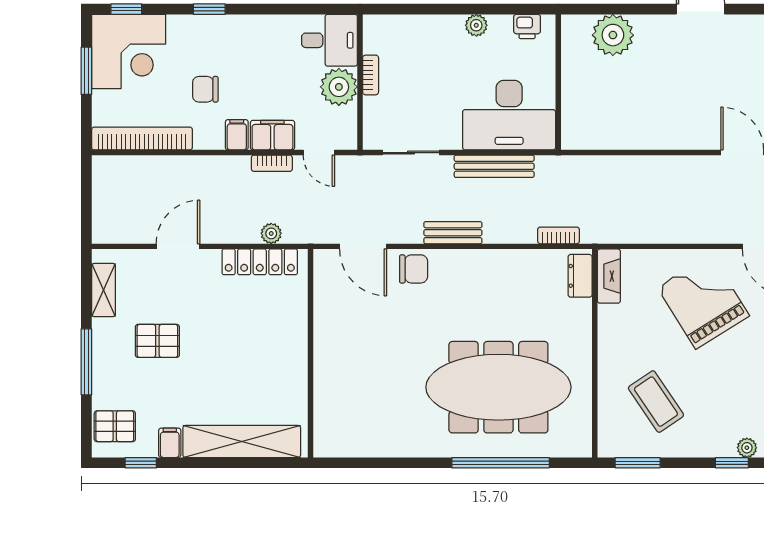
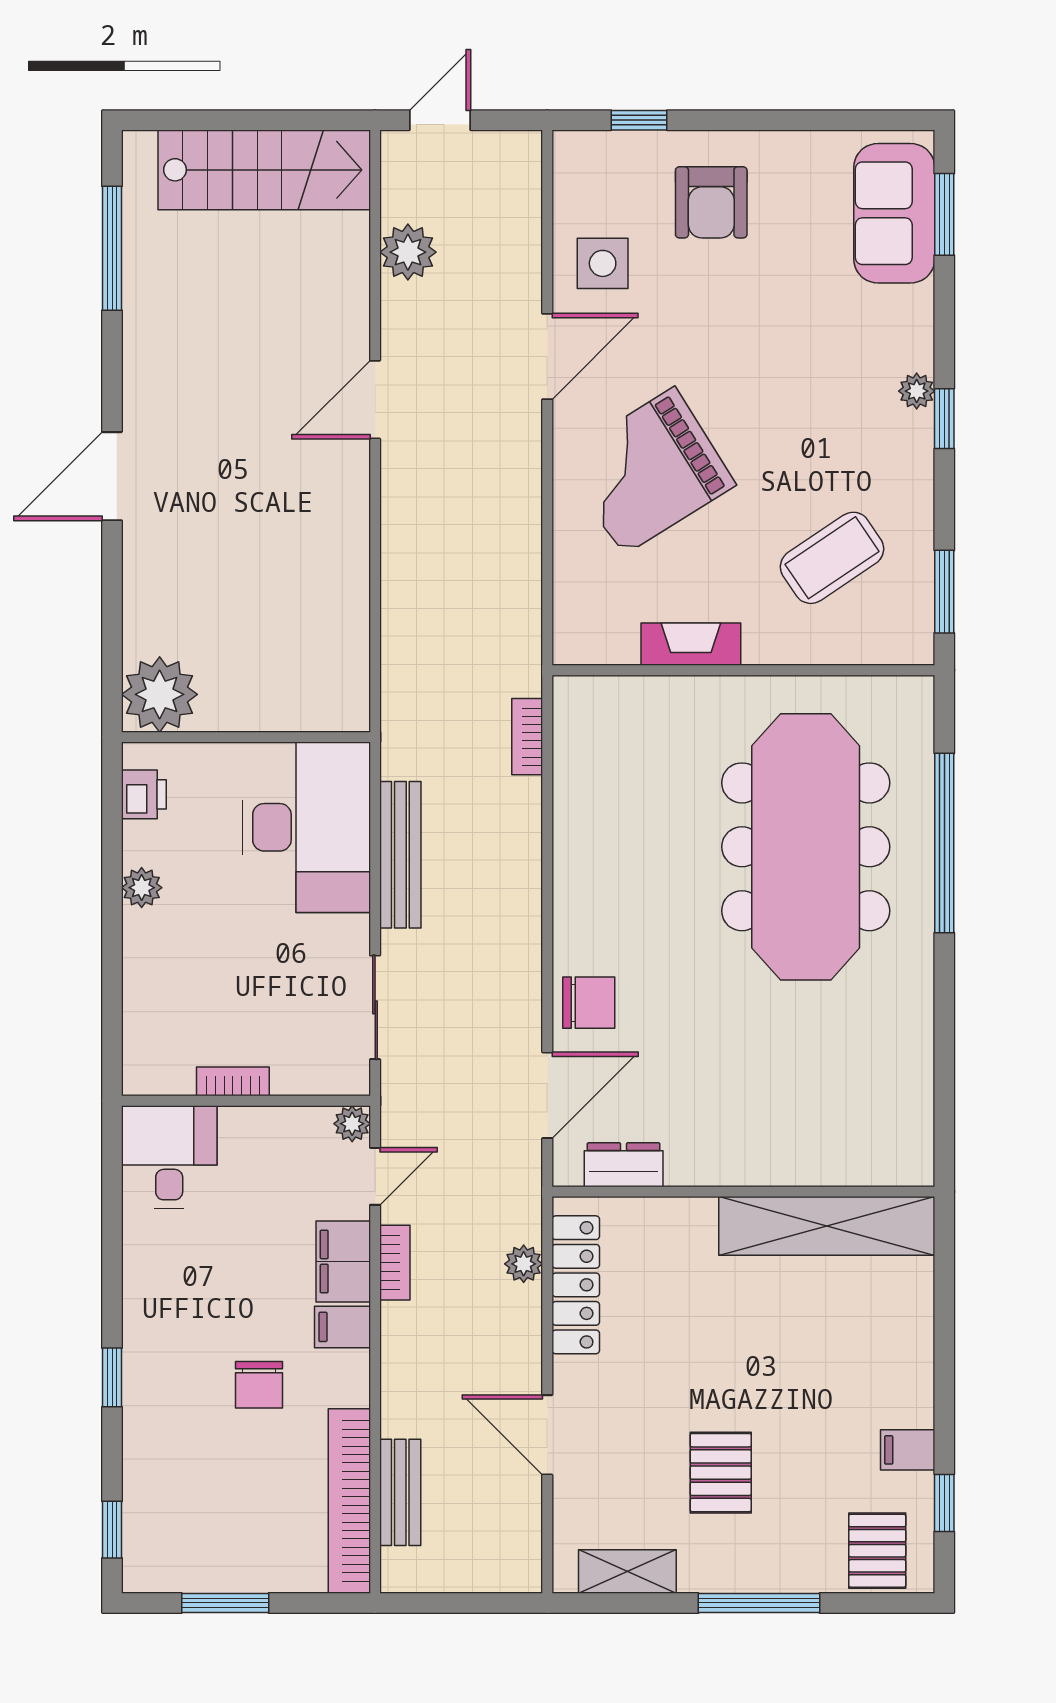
plant: (613, 35) -> (160, 694), moved
corner desk: (129, 51) -> (190, 1525), removed
plant: (339, 87) -> (352, 1124), moved, width x0.53, depth x0.53
bench: (453, 233) -> (400, 1492), moved
chair: (414, 269) -> (589, 1003), turned 90
dresser: (580, 276) -> (624, 1165), moved, turned 180
fireplace: (609, 276) -> (691, 644), moved
shelving: (242, 441) -> (827, 1226), moved, turned 90

